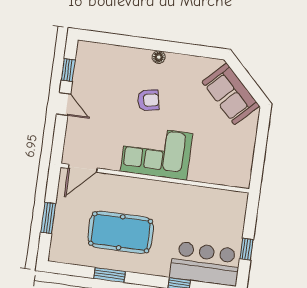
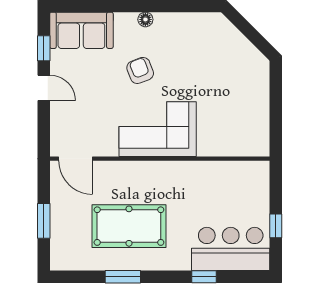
sofa: (231, 94) -> (81, 30), moved, turned -45
armchair: (148, 100) -> (140, 70), turned -100
door: (83, 168) -> (76, 159), hinge flipped

